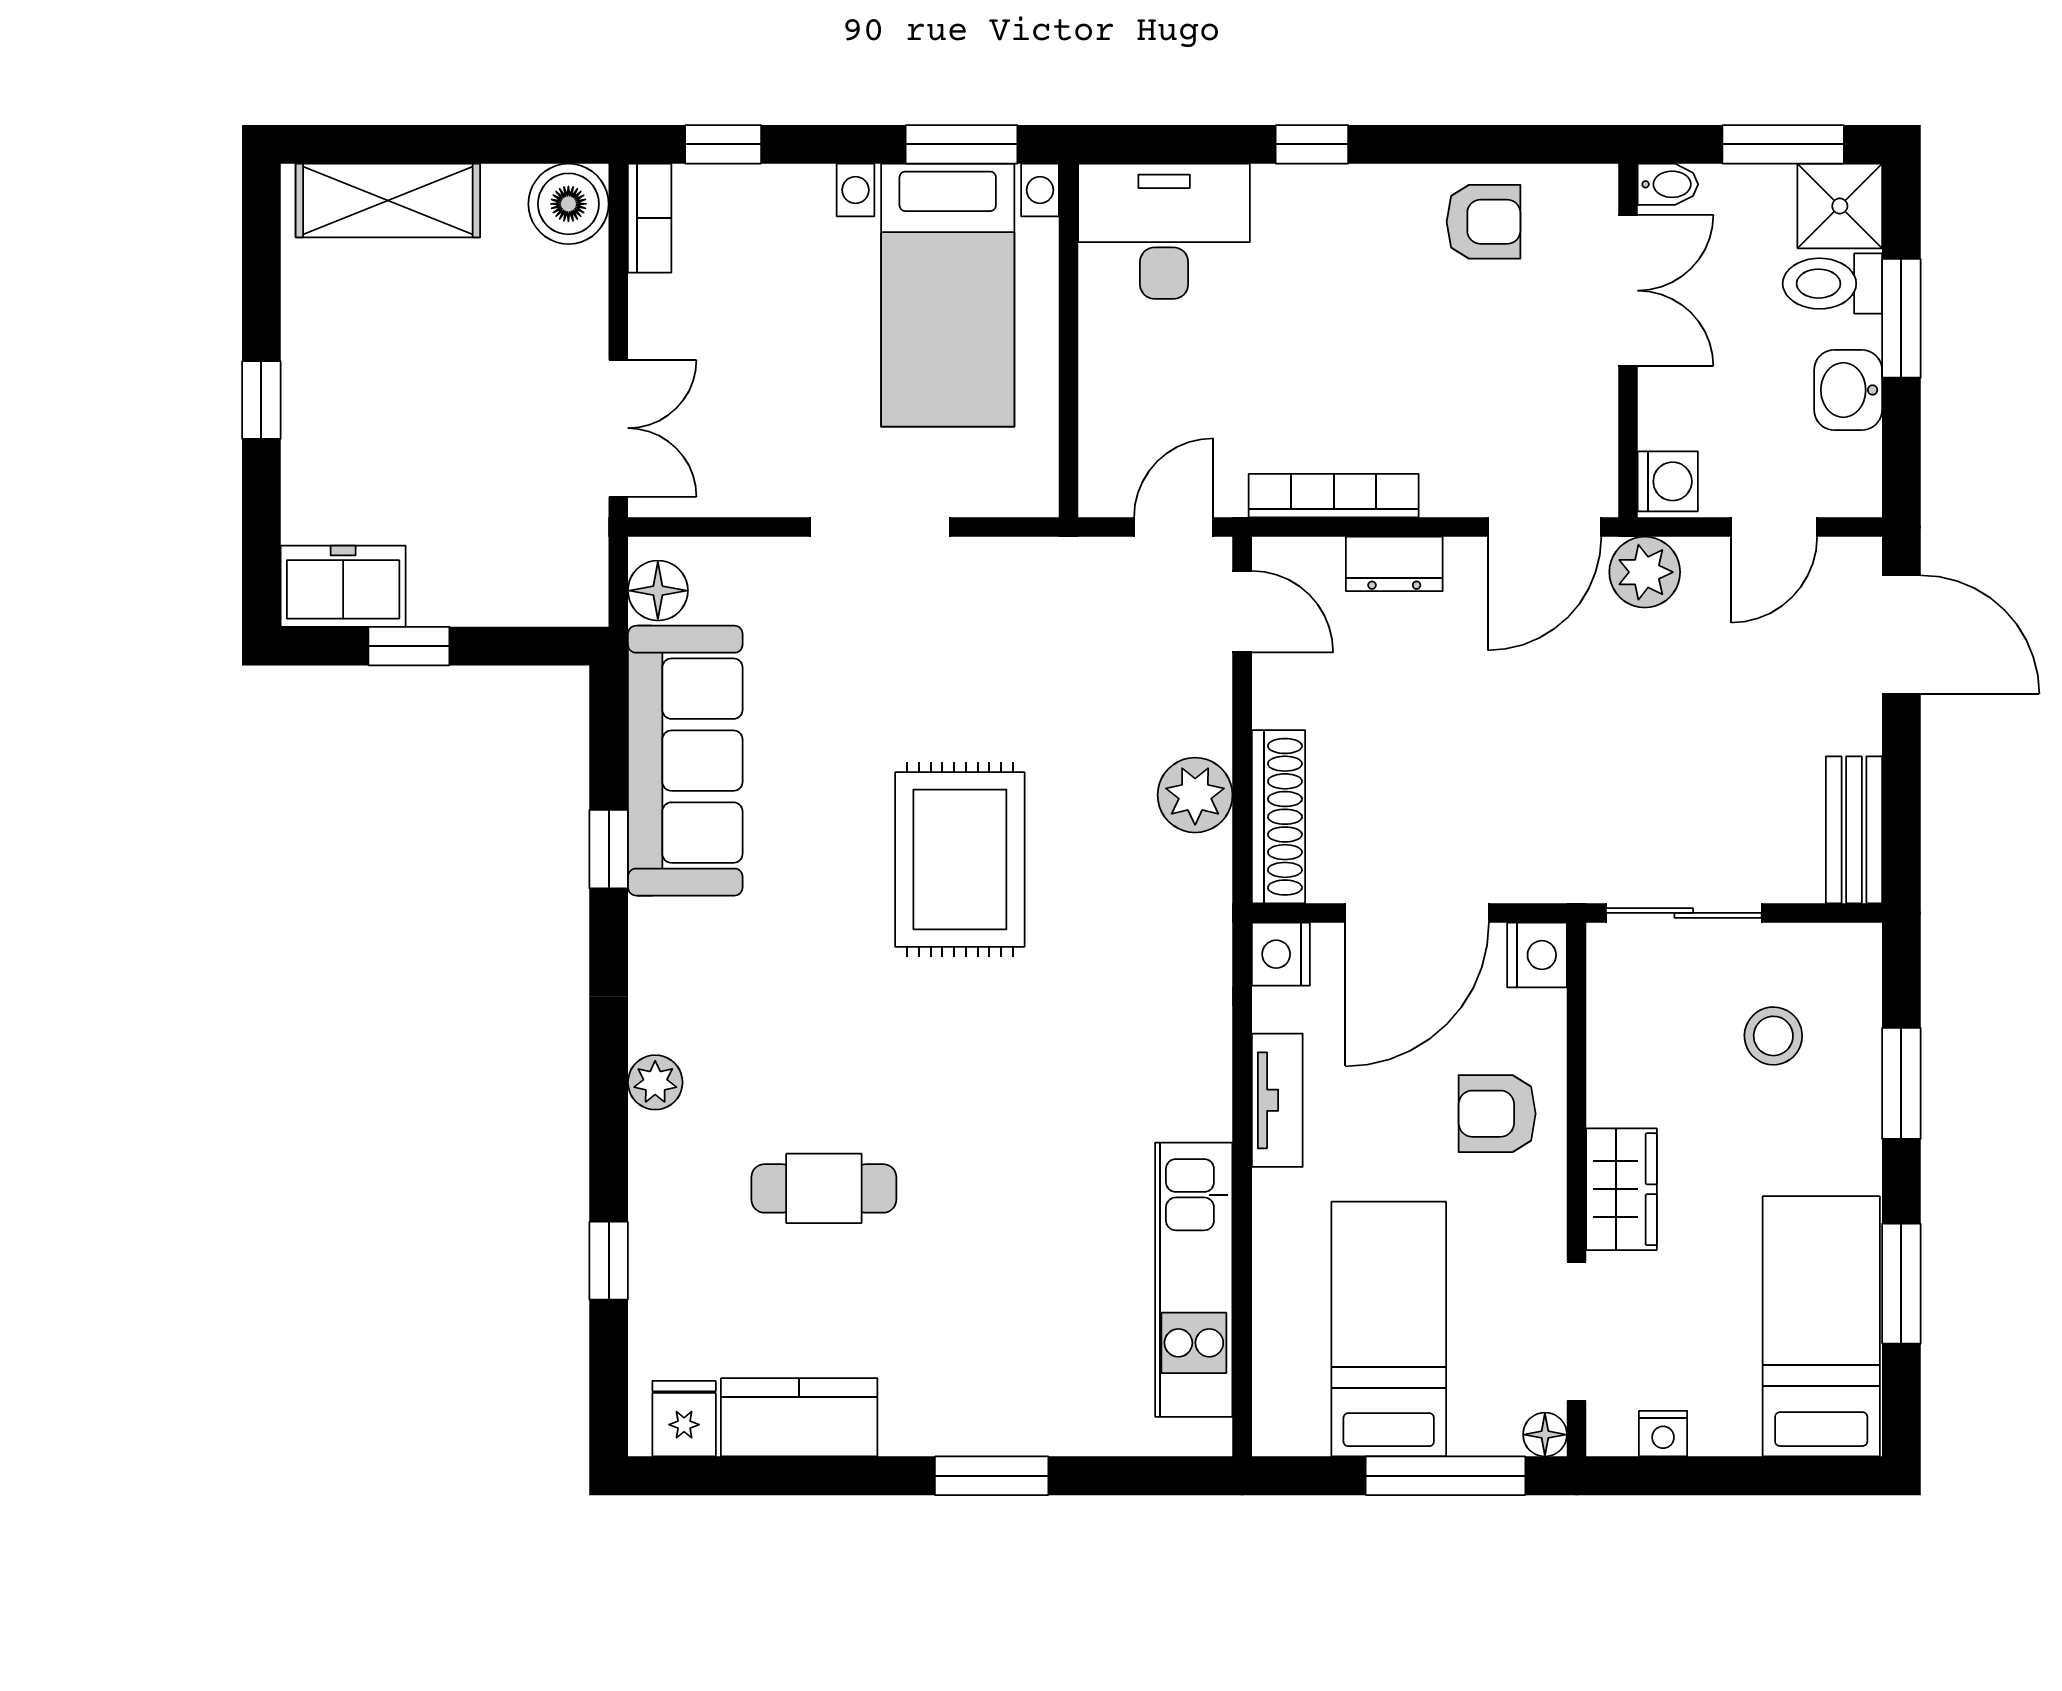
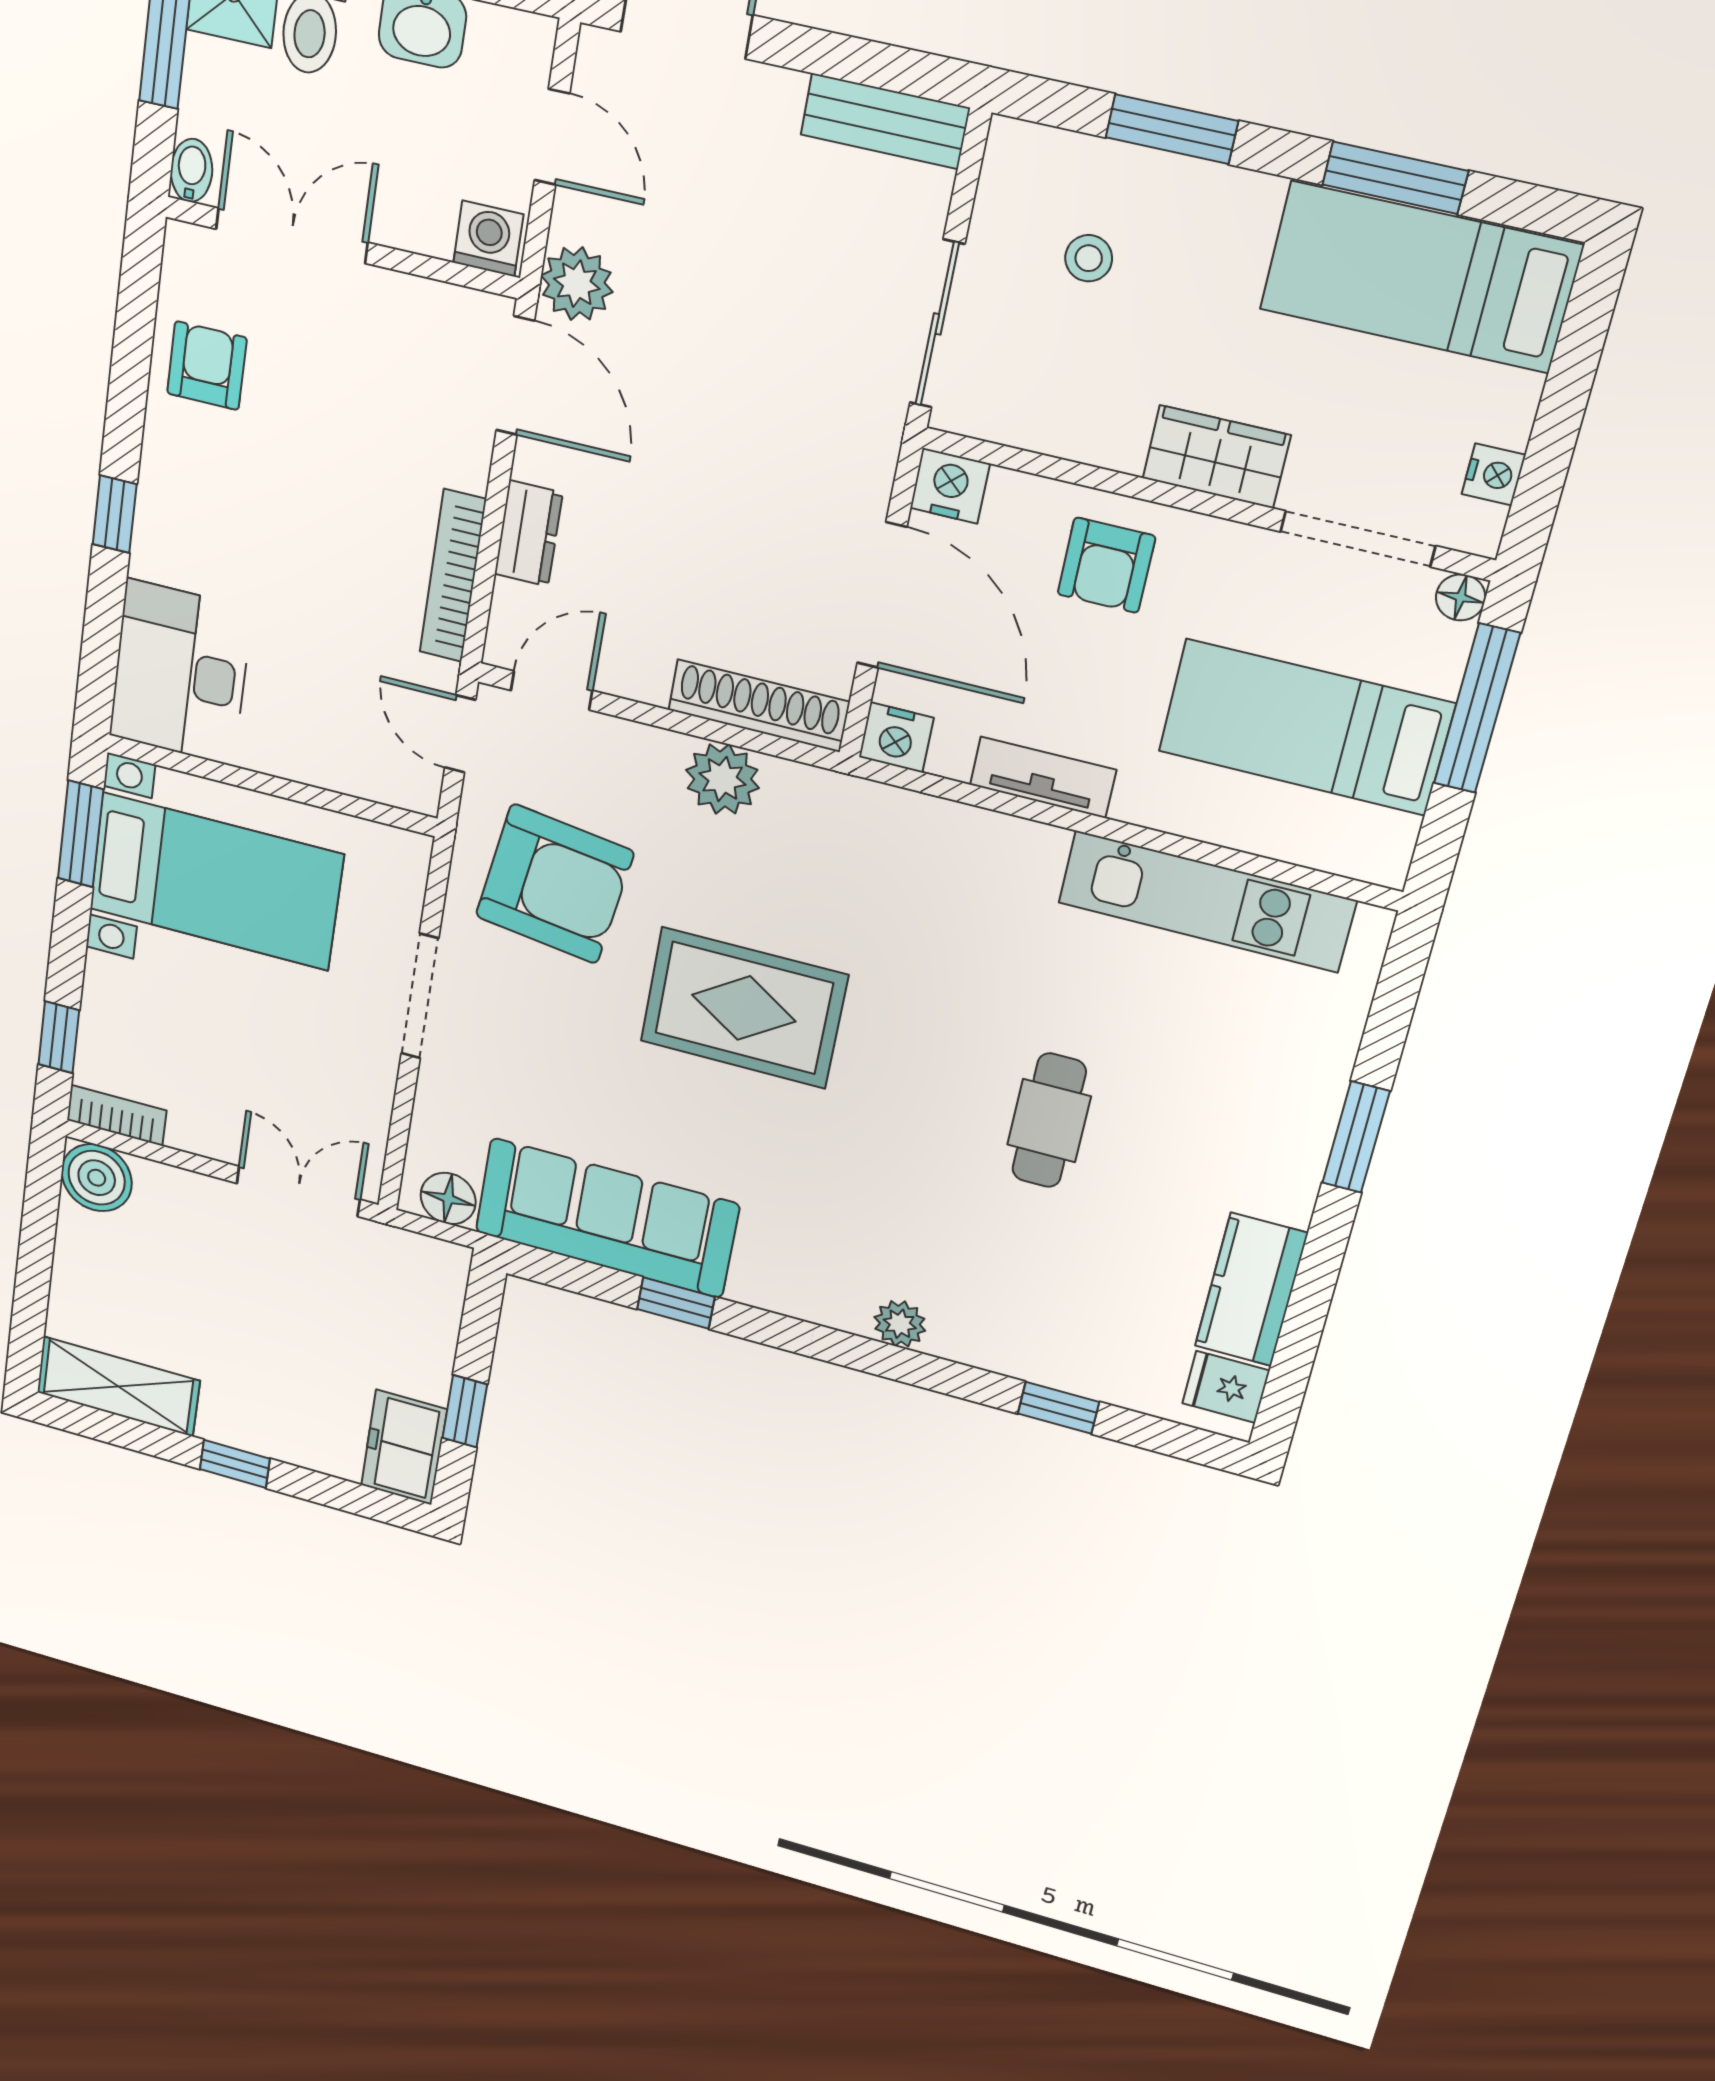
shelving: (388, 201) -> (118, 1386), moved, turned 90
armchair: (1040, 647) -> (554, 884), added
stool: (1773, 1036) -> (1089, 258), width x0.73, depth x0.73
cafe table: (824, 1188) -> (1049, 1121), moved

